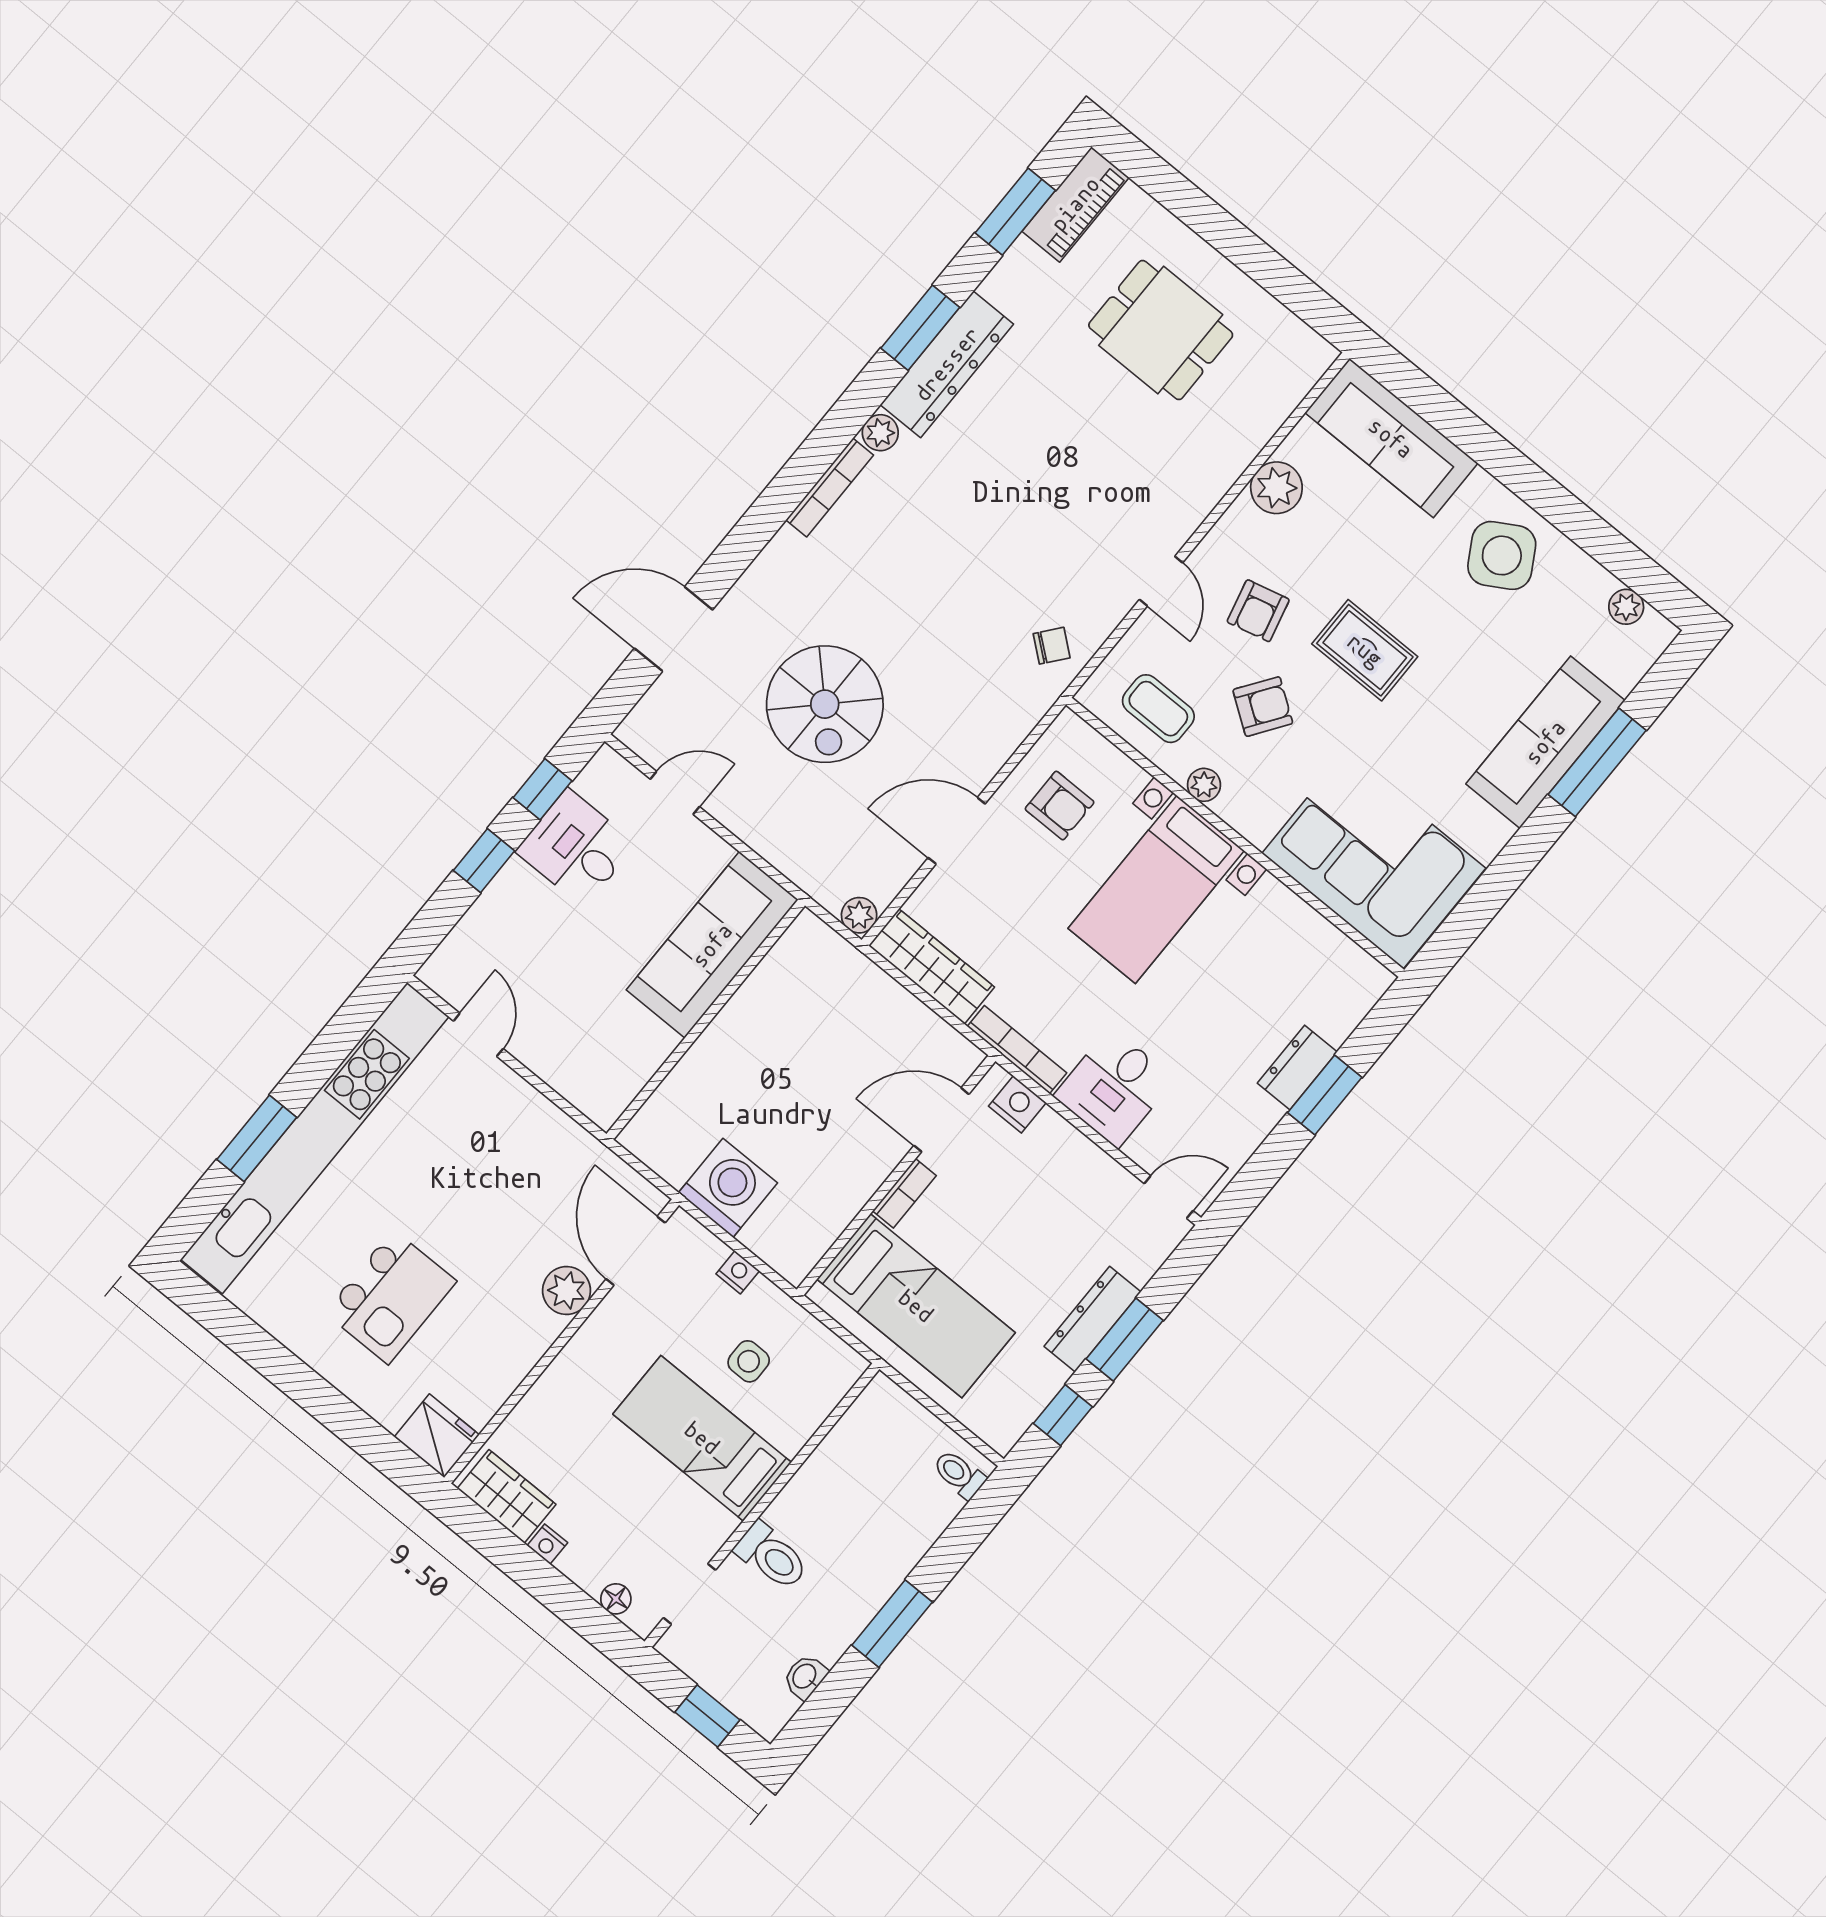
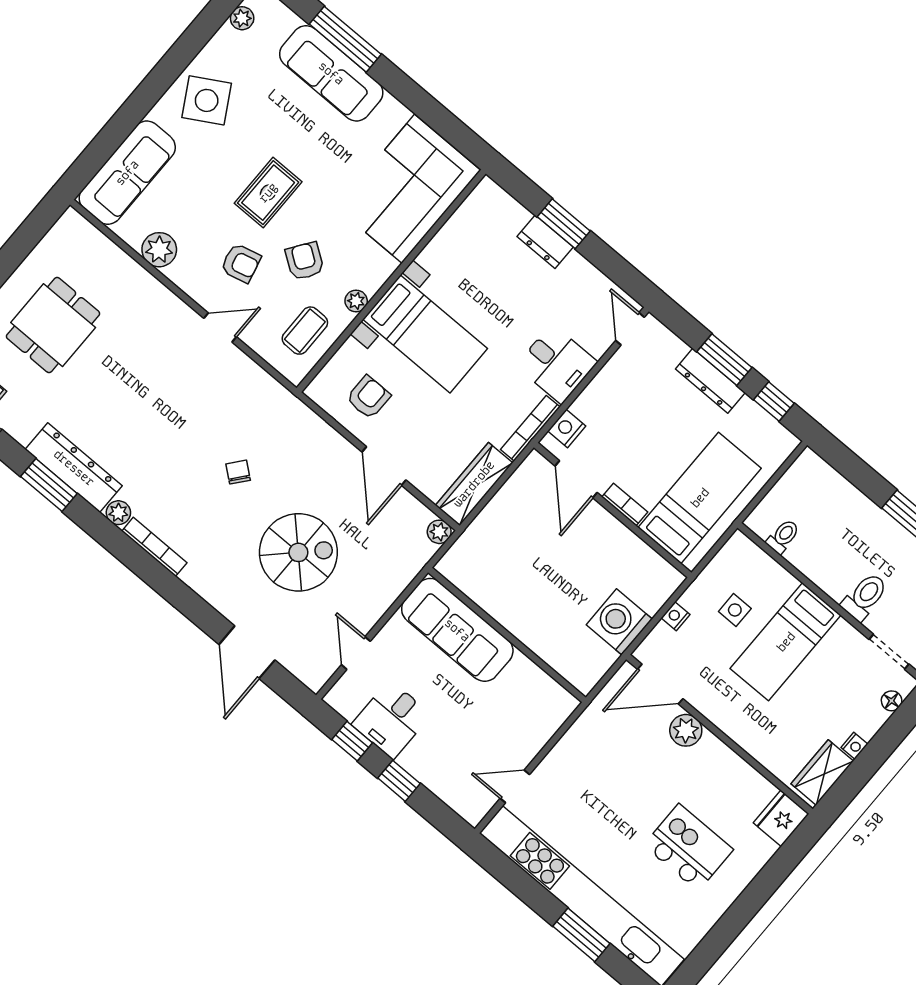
chair: (1052, 646) -> (238, 472), moved
toilet: (959, 1474) -> (783, 536), moved, turned 180

